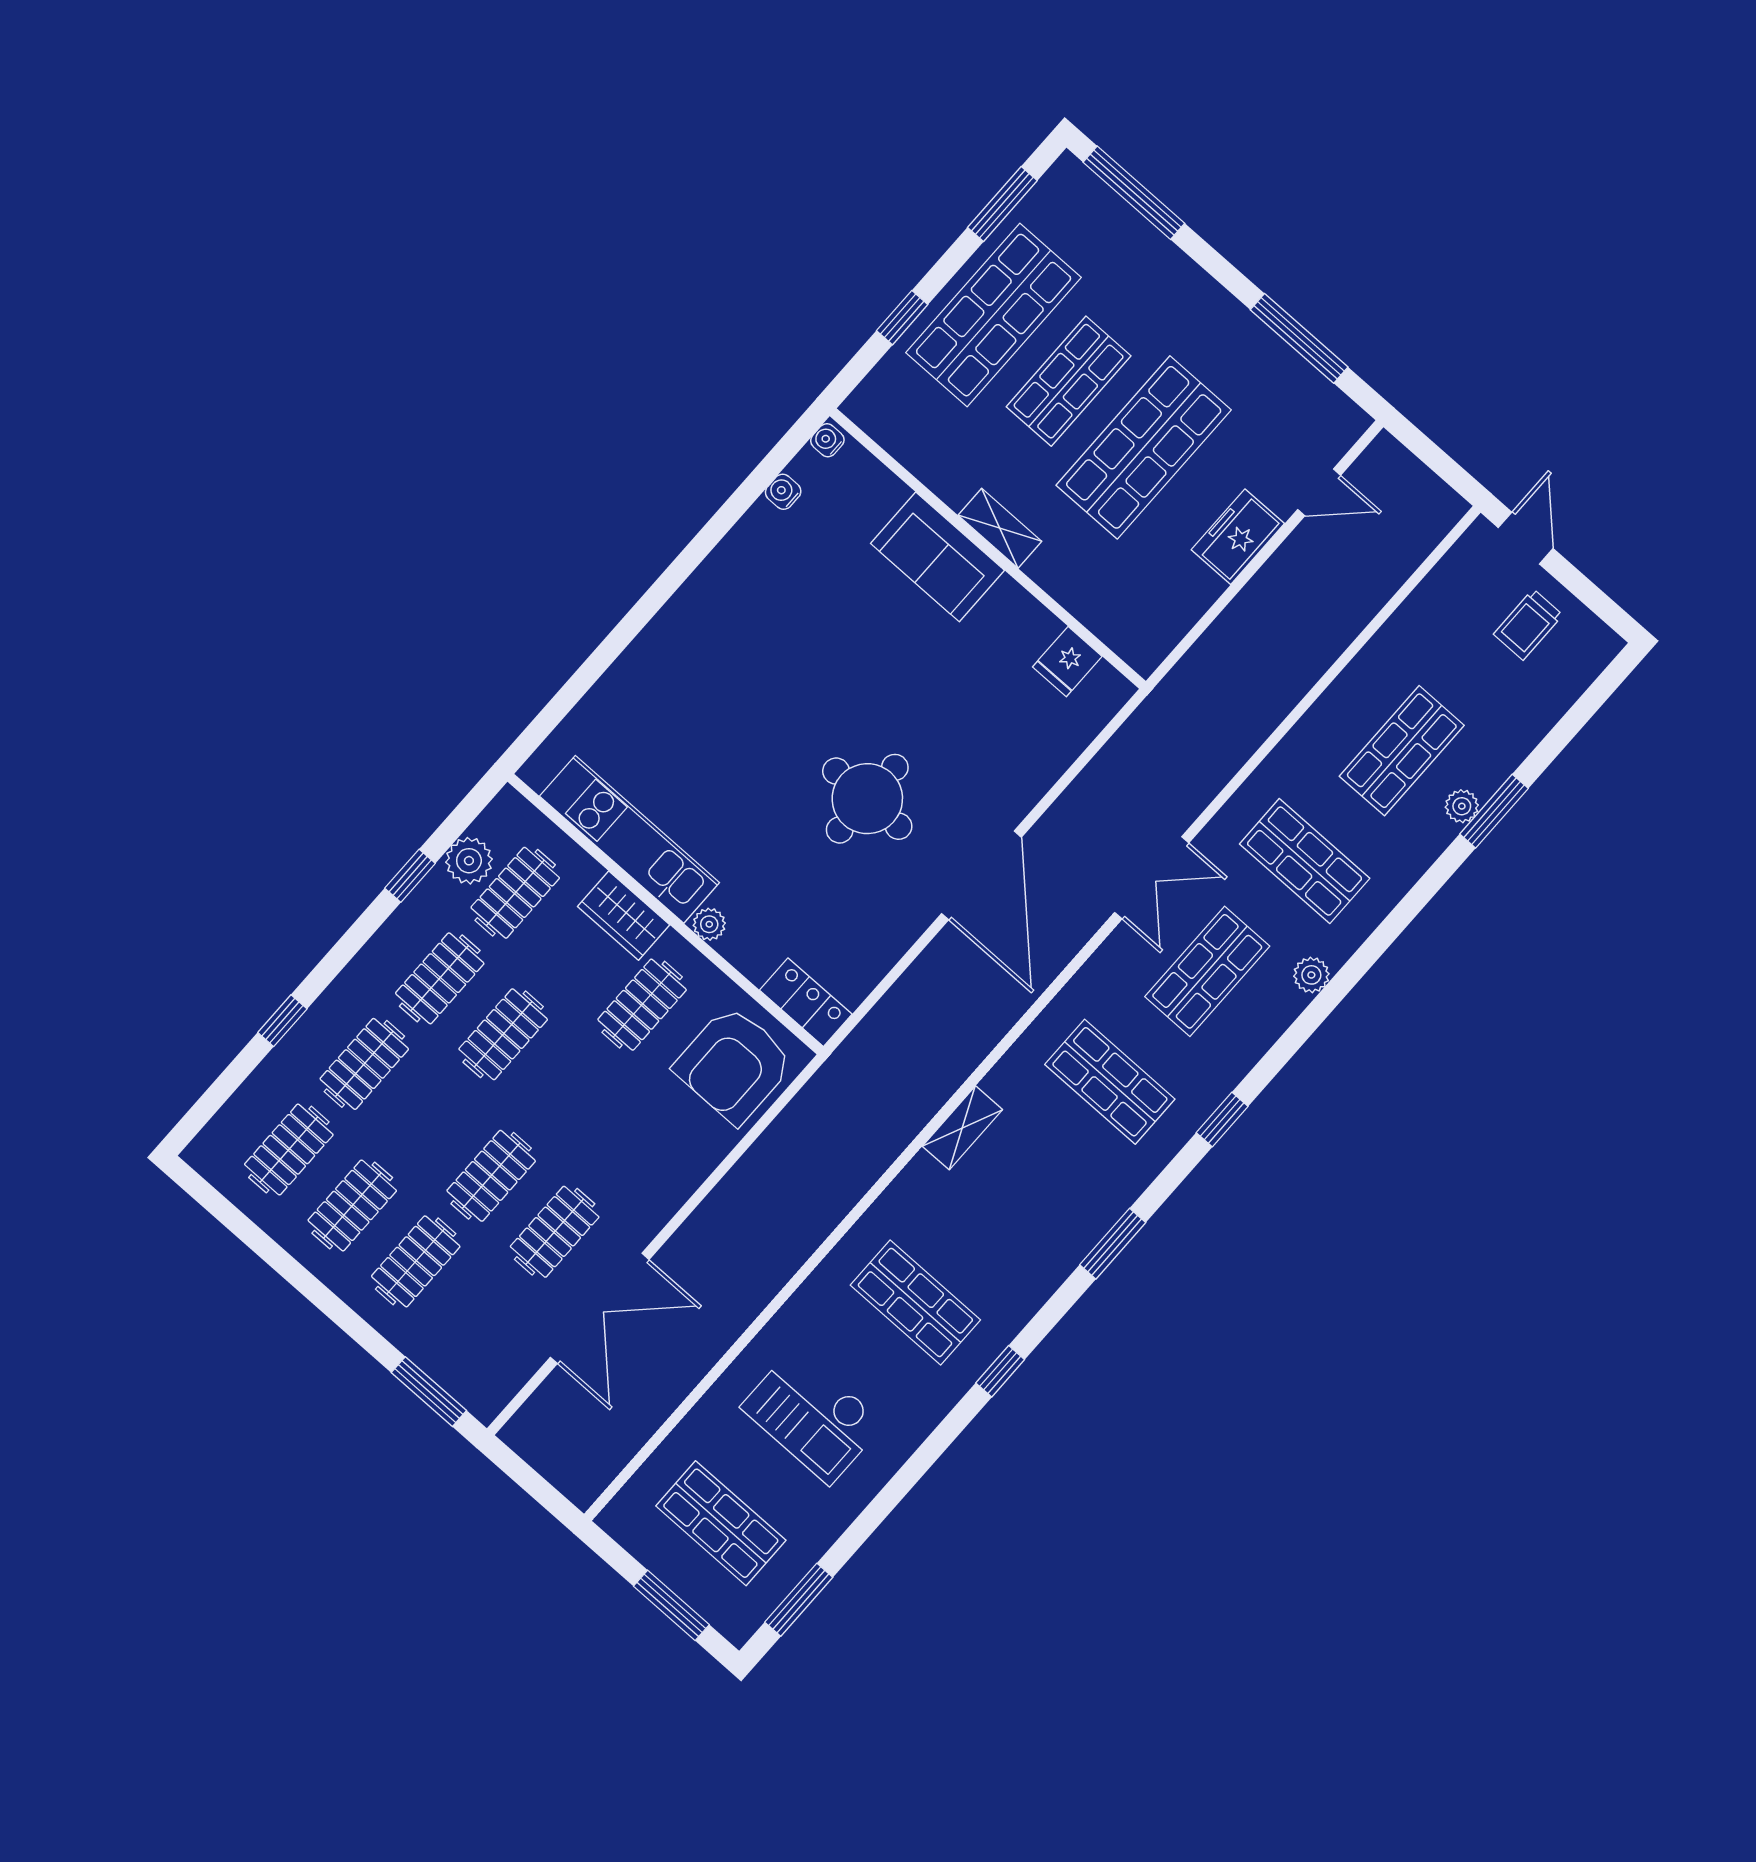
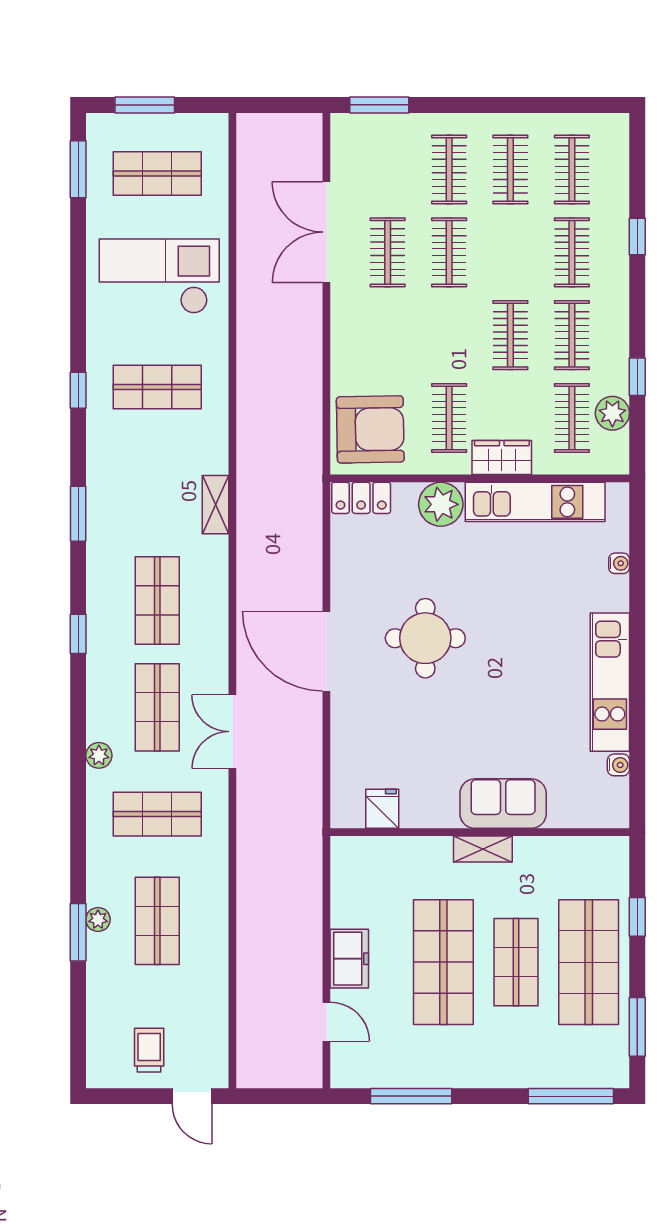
water cooler: (827, 440) -> (619, 563), moved
door: (1319, 492) -> (326, 1022), swing flipped
kitchen unit: (717, 585) -> (610, 682), added
plant: (709, 924) -> (441, 504), width x1.88, depth x1.88
armchair: (734, 1065) -> (370, 429), turned 89
shop shelf: (1110, 1082) -> (157, 601), turned 90
checkout: (812, 1415) -> (159, 276), width x1.36, depth x1.21

